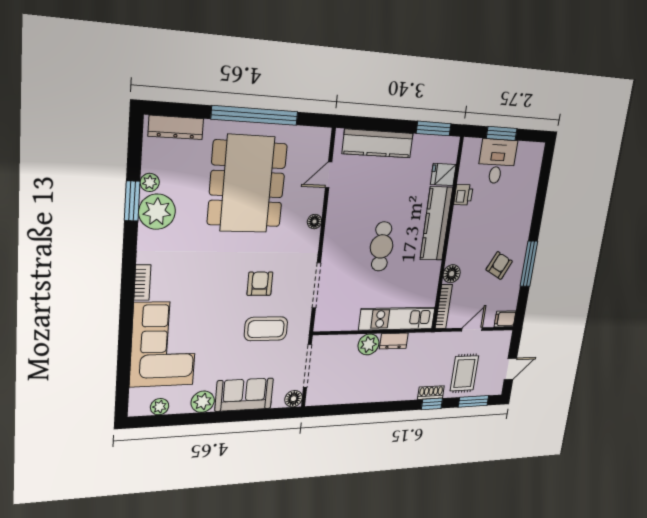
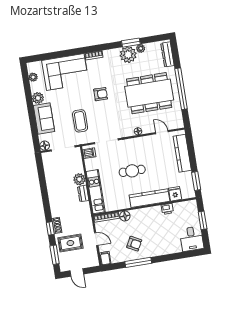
desk: (497, 161) -> (192, 239), moved, turned 90
armchair: (260, 284) -> (101, 94), moved
dishwasher: (329, 320) -> (89, 153), added

